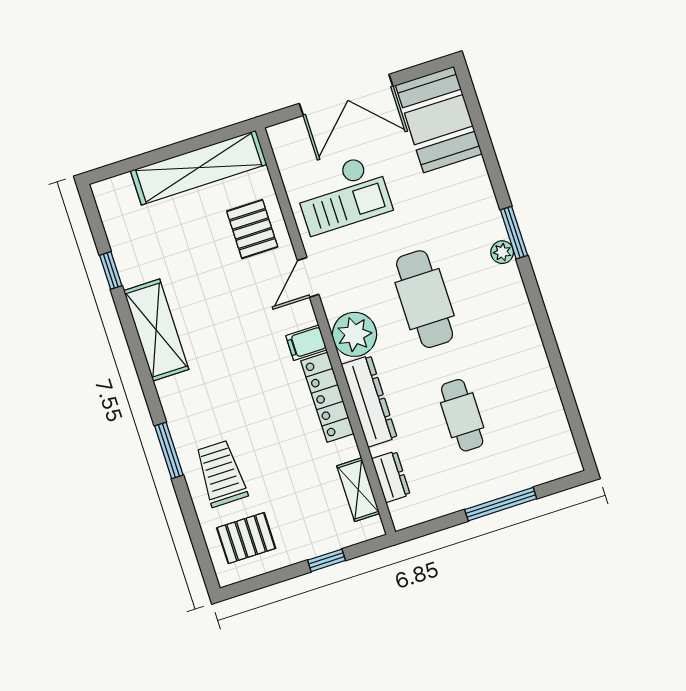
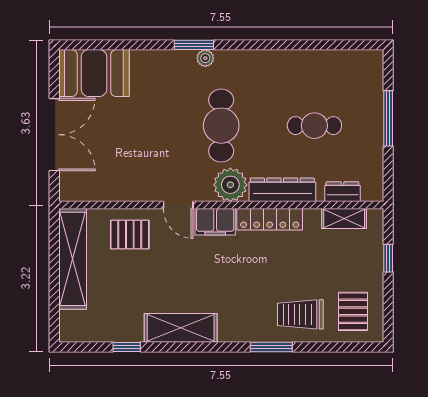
checkout: (343, 194) -> (126, 161), removed
cafe table: (425, 299) -> (221, 126), turned 90
filing cabinet: (306, 343) -> (215, 222), width x2.00

